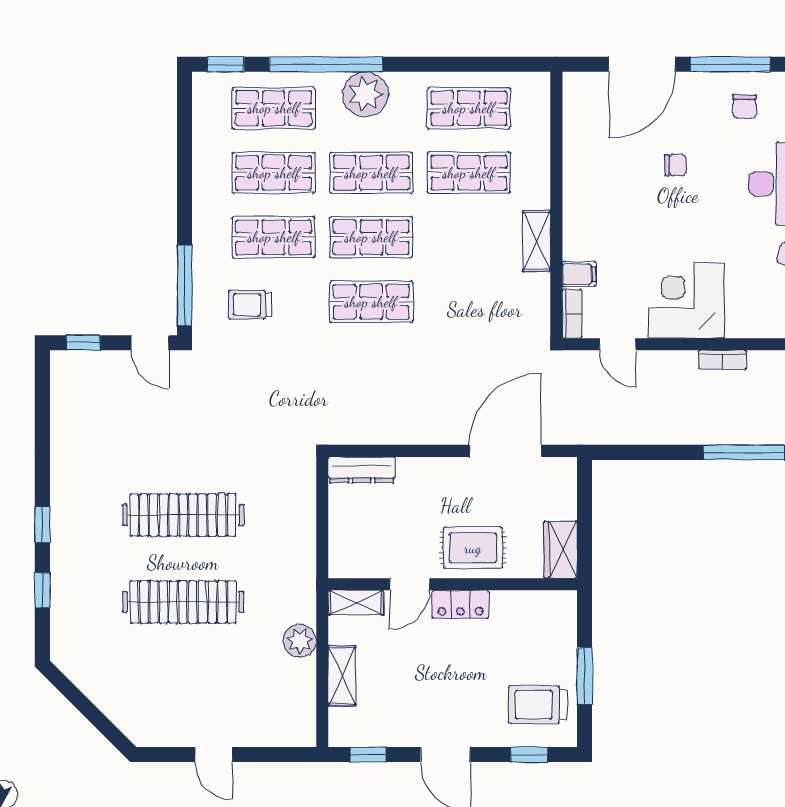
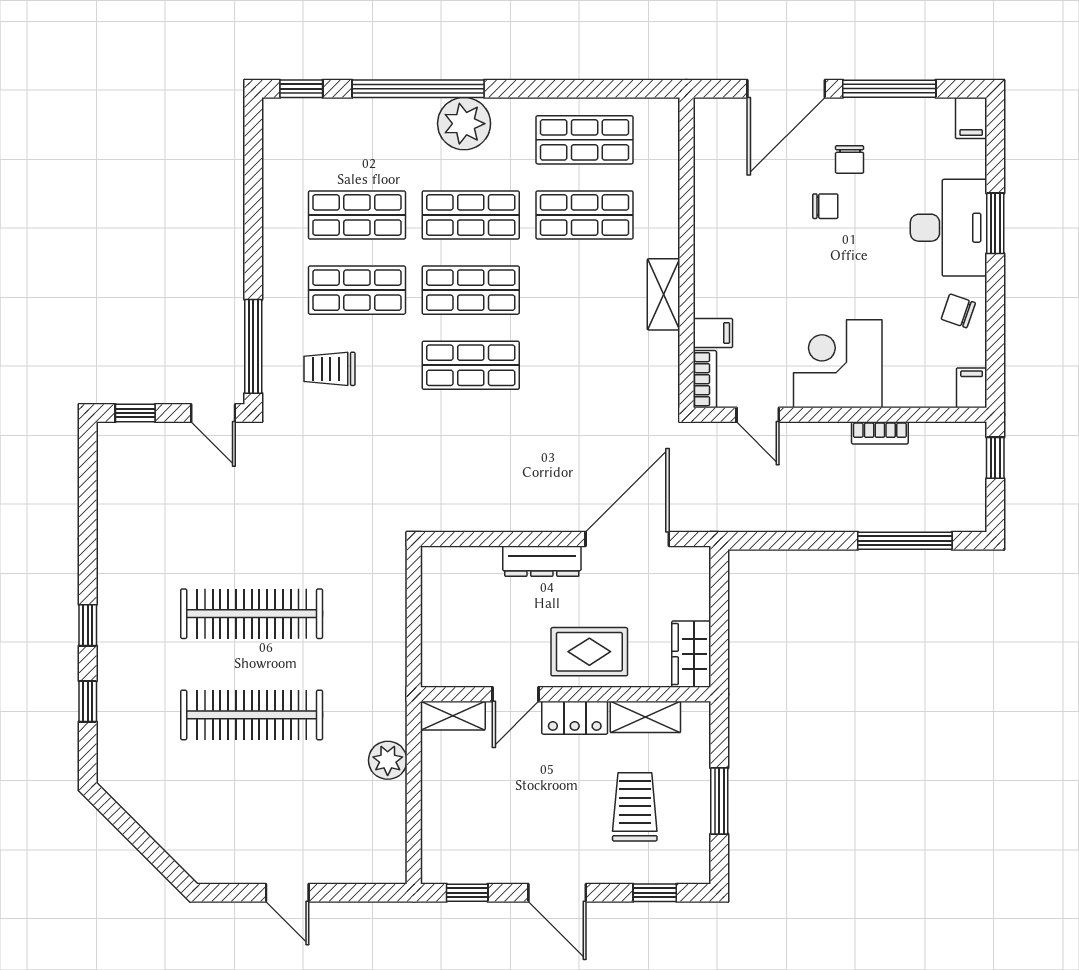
chair: (745, 106) -> (850, 159), moved
shop shelf: (274, 108) -> (357, 140), removed
dresser: (362, 470) -> (542, 561), moved
shelving: (342, 676) -> (645, 717), moved, turned 90
trolley: (538, 705) -> (635, 807), moved, turned 90

